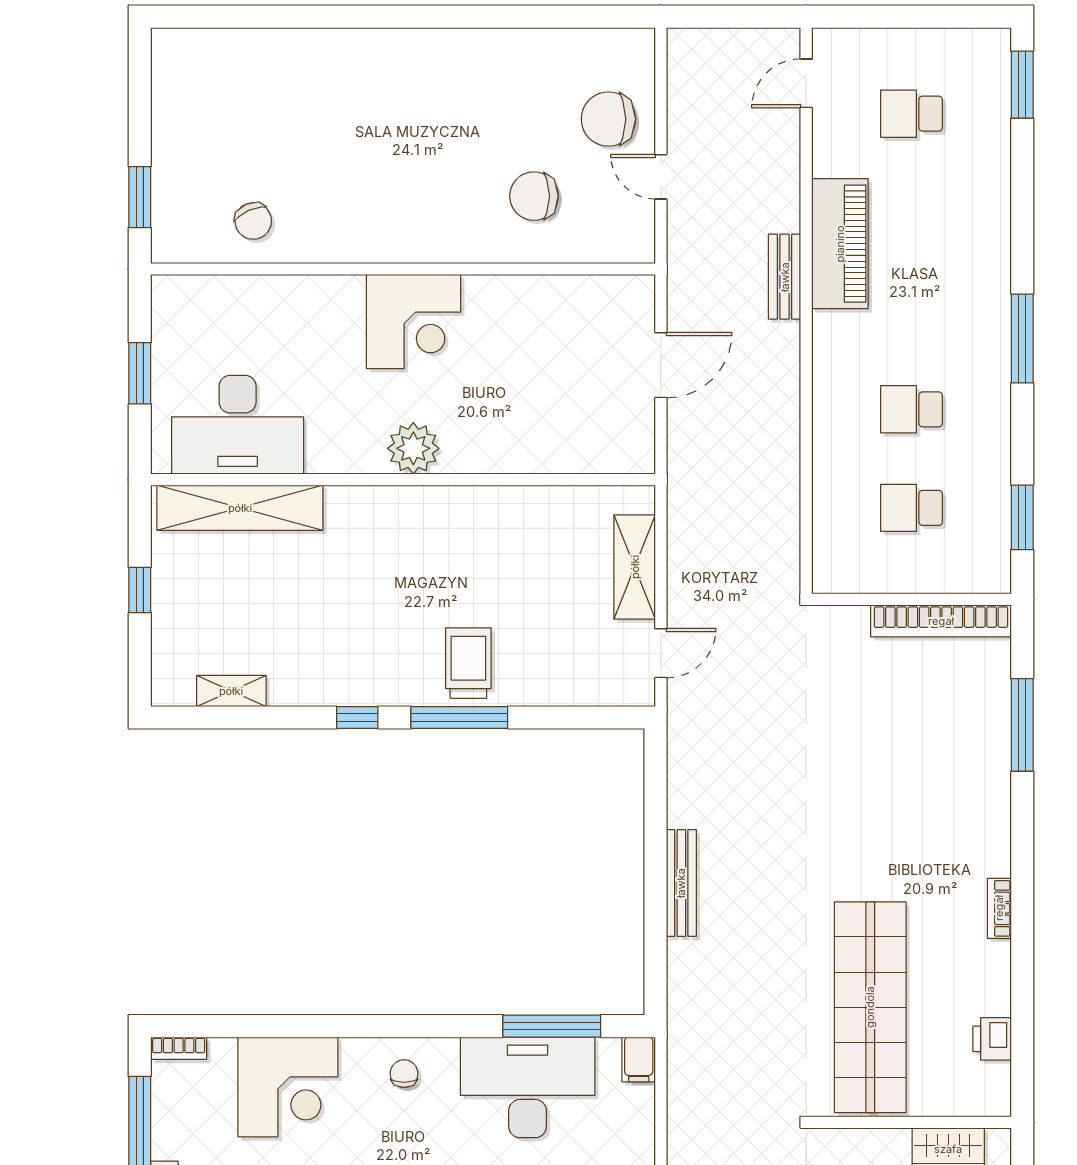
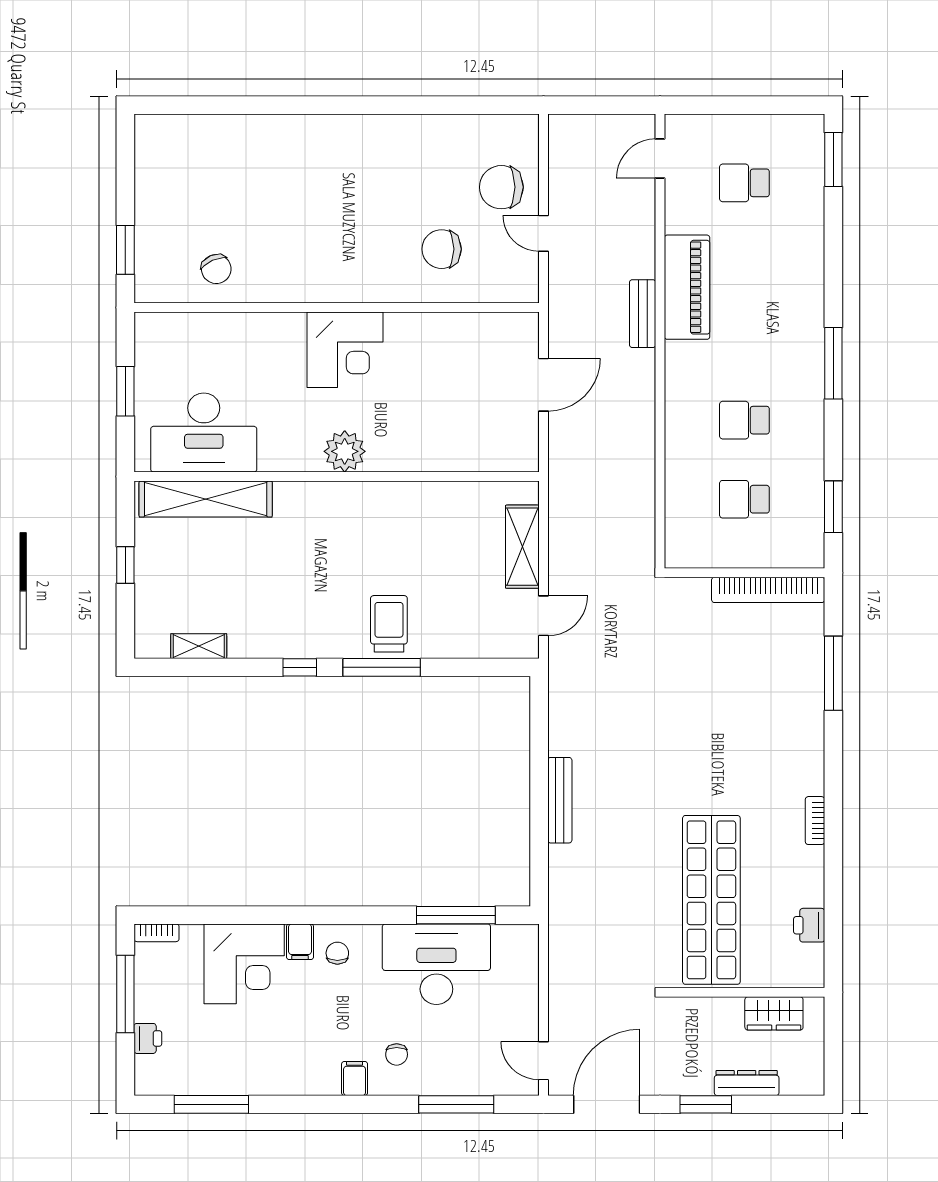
filing cabinet: (639, 1059) -> (300, 942), moved

